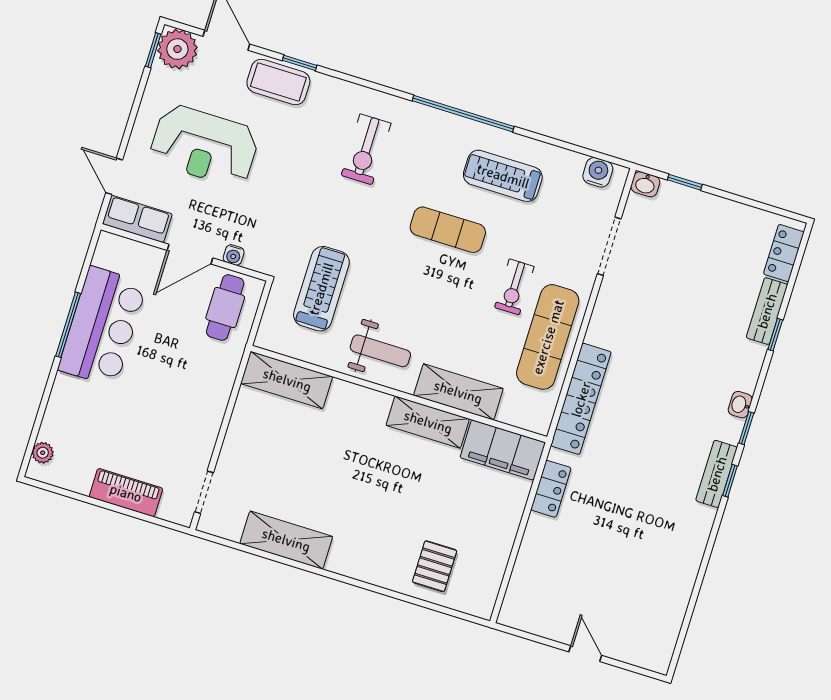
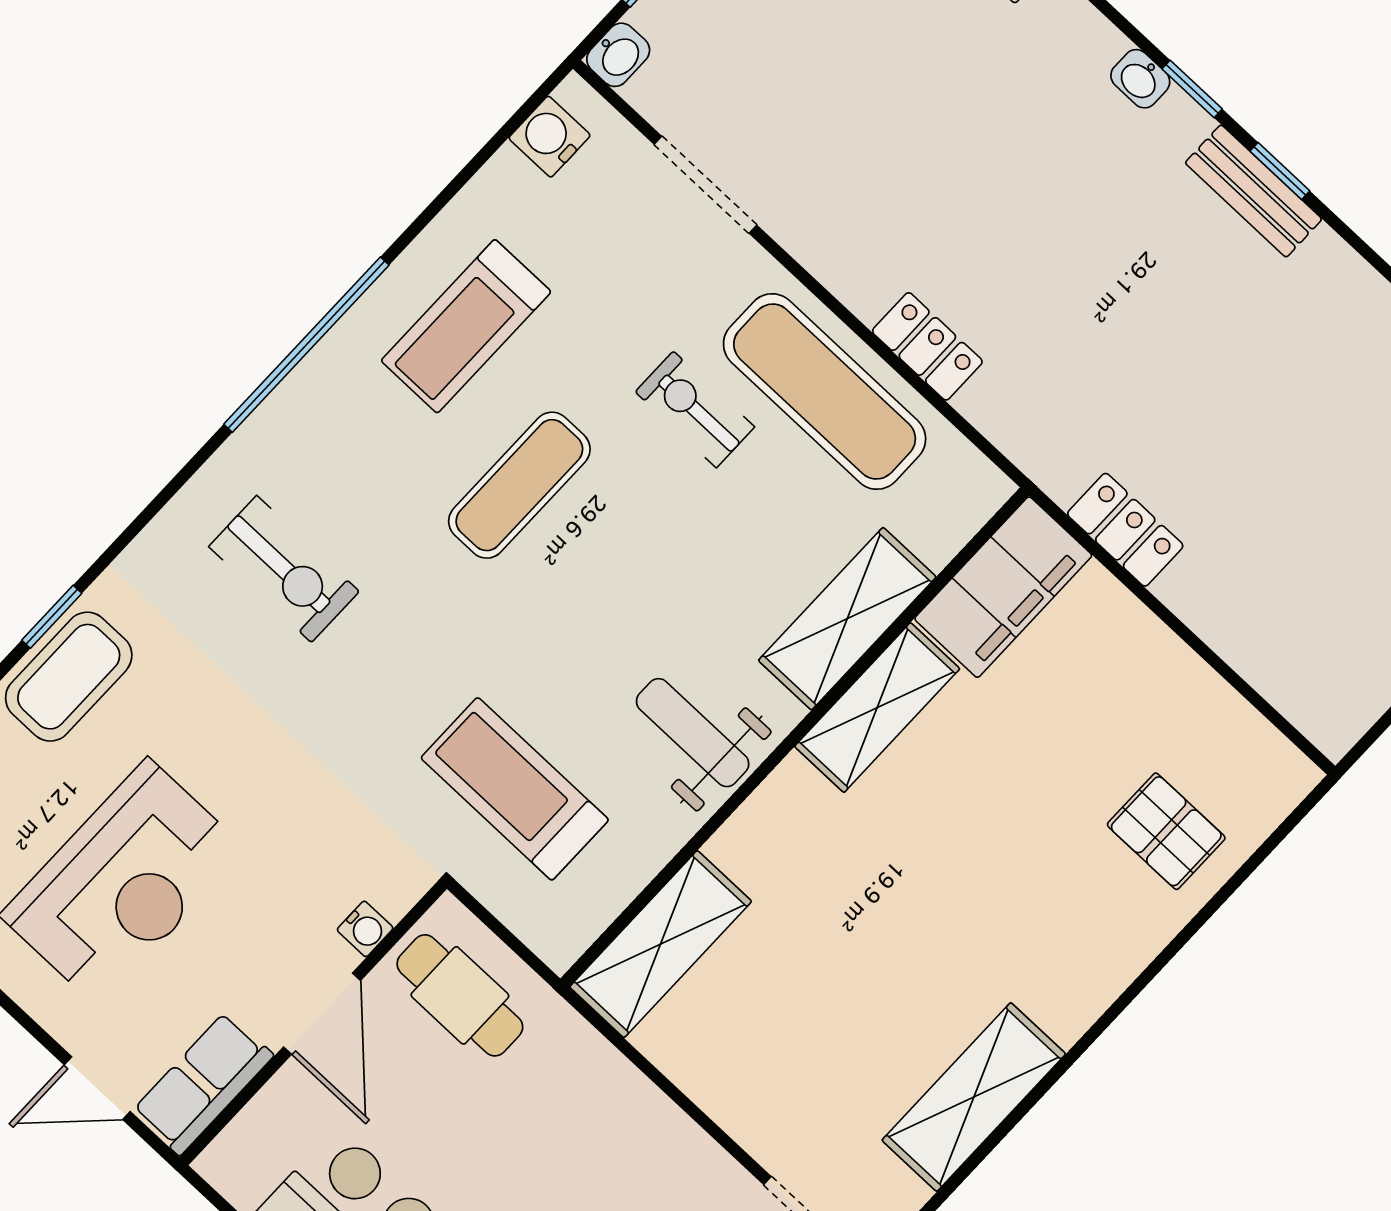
exercise bike: (514, 287) -> (695, 409), turned 180
weight bench: (380, 351) -> (693, 733), turned -90
locker: (581, 399) -> (927, 346), width x0.46, depth x0.83

